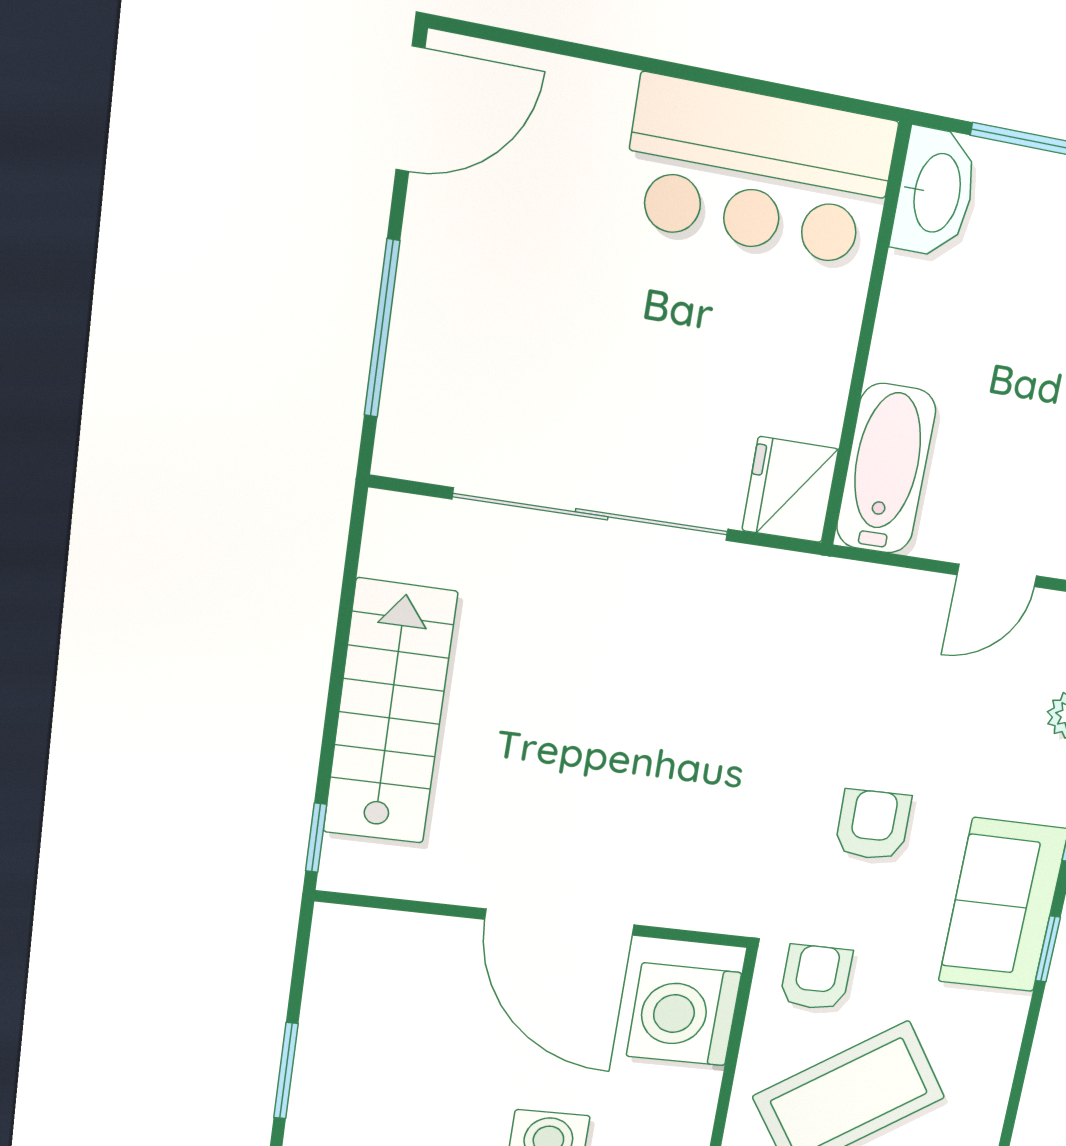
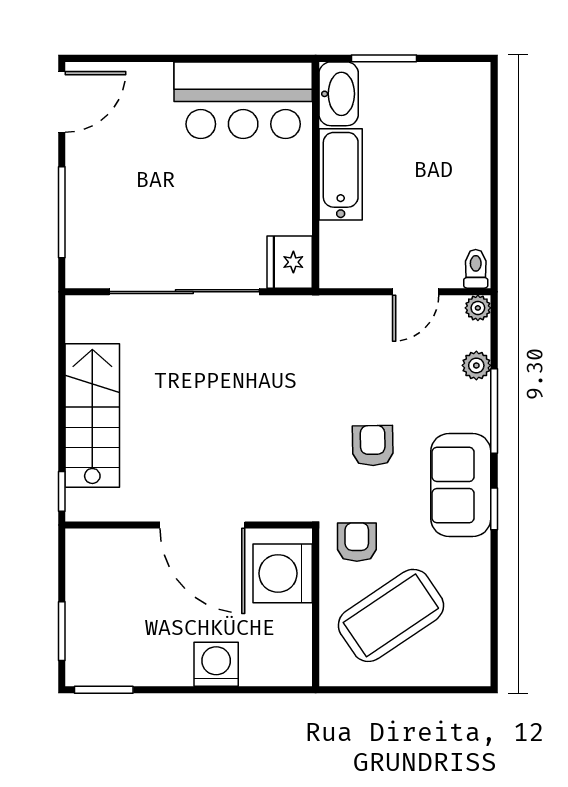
bathtub: (886, 469) -> (341, 174), moved

